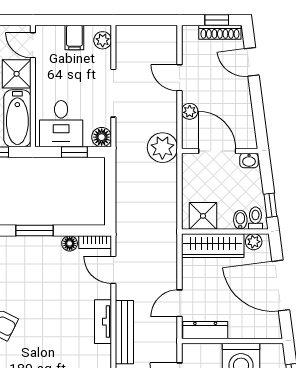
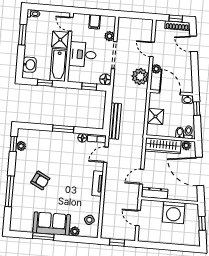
plant: (103, 40) -> (109, 36), moved
desk: (61, 124) -> (83, 54), moved, turned 90
plant: (162, 148) -> (140, 77), moved
window: (270, 205) -> (197, 109), moved
shower: (203, 216) -> (155, 116), moved
door: (113, 270) -> (106, 155), hinge flipped
bench: (124, 332) -> (115, 121), moved

